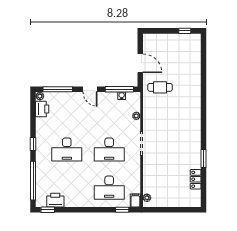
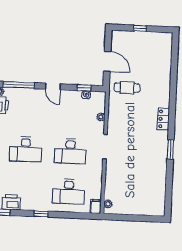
window: (185, 31) -> (140, 28), moved
window: (119, 89) -> (84, 88), width x0.46
window: (203, 159) -> (170, 150), moved
locker: (196, 179) -> (163, 119), moved
window: (122, 210) -> (41, 214), moved

